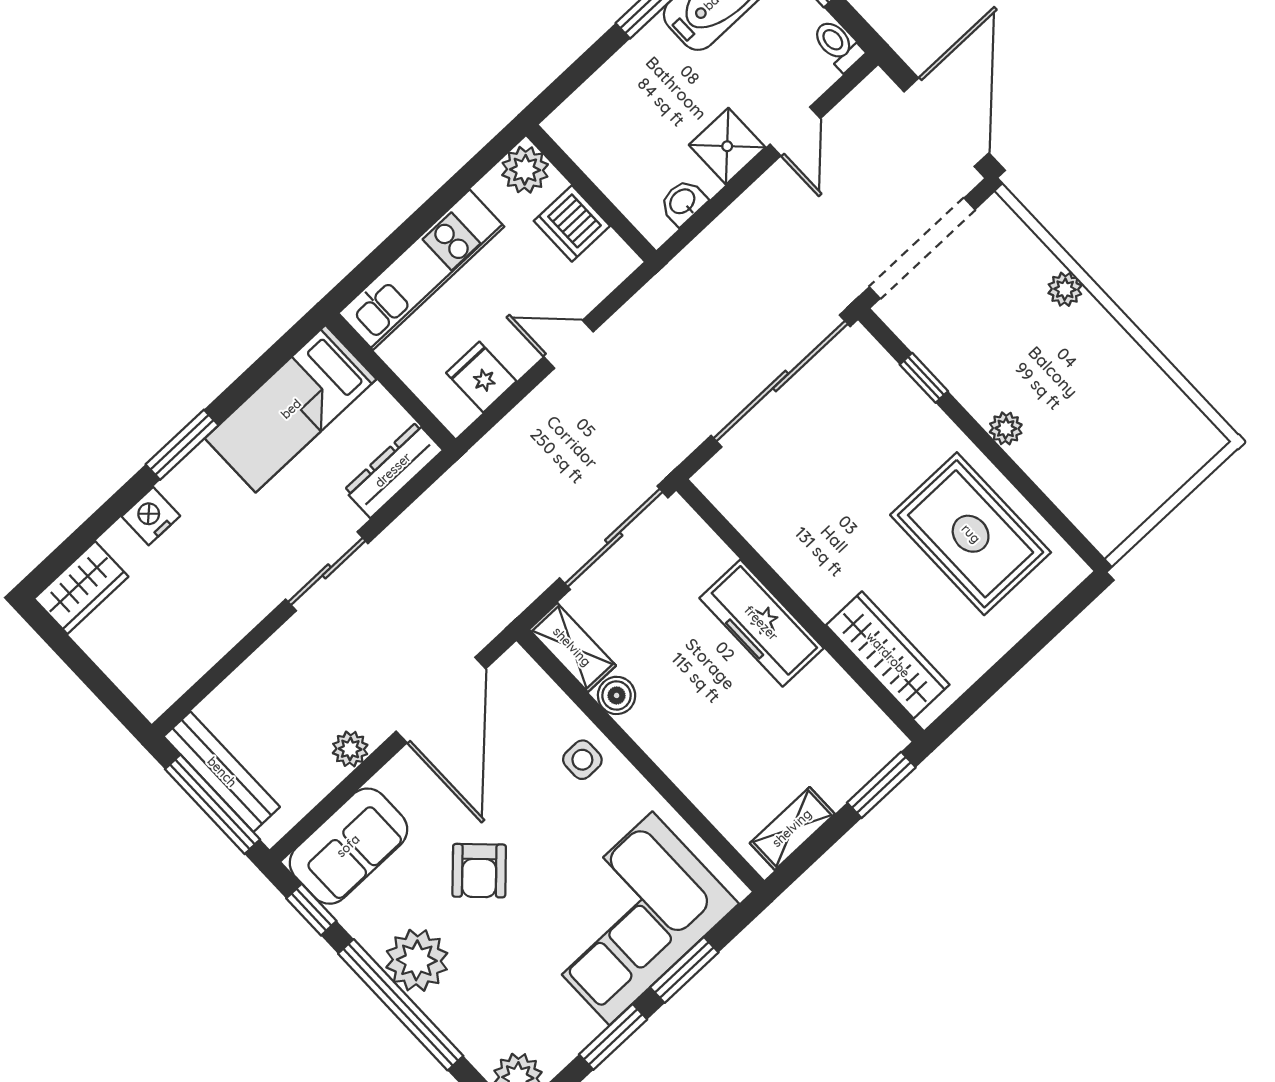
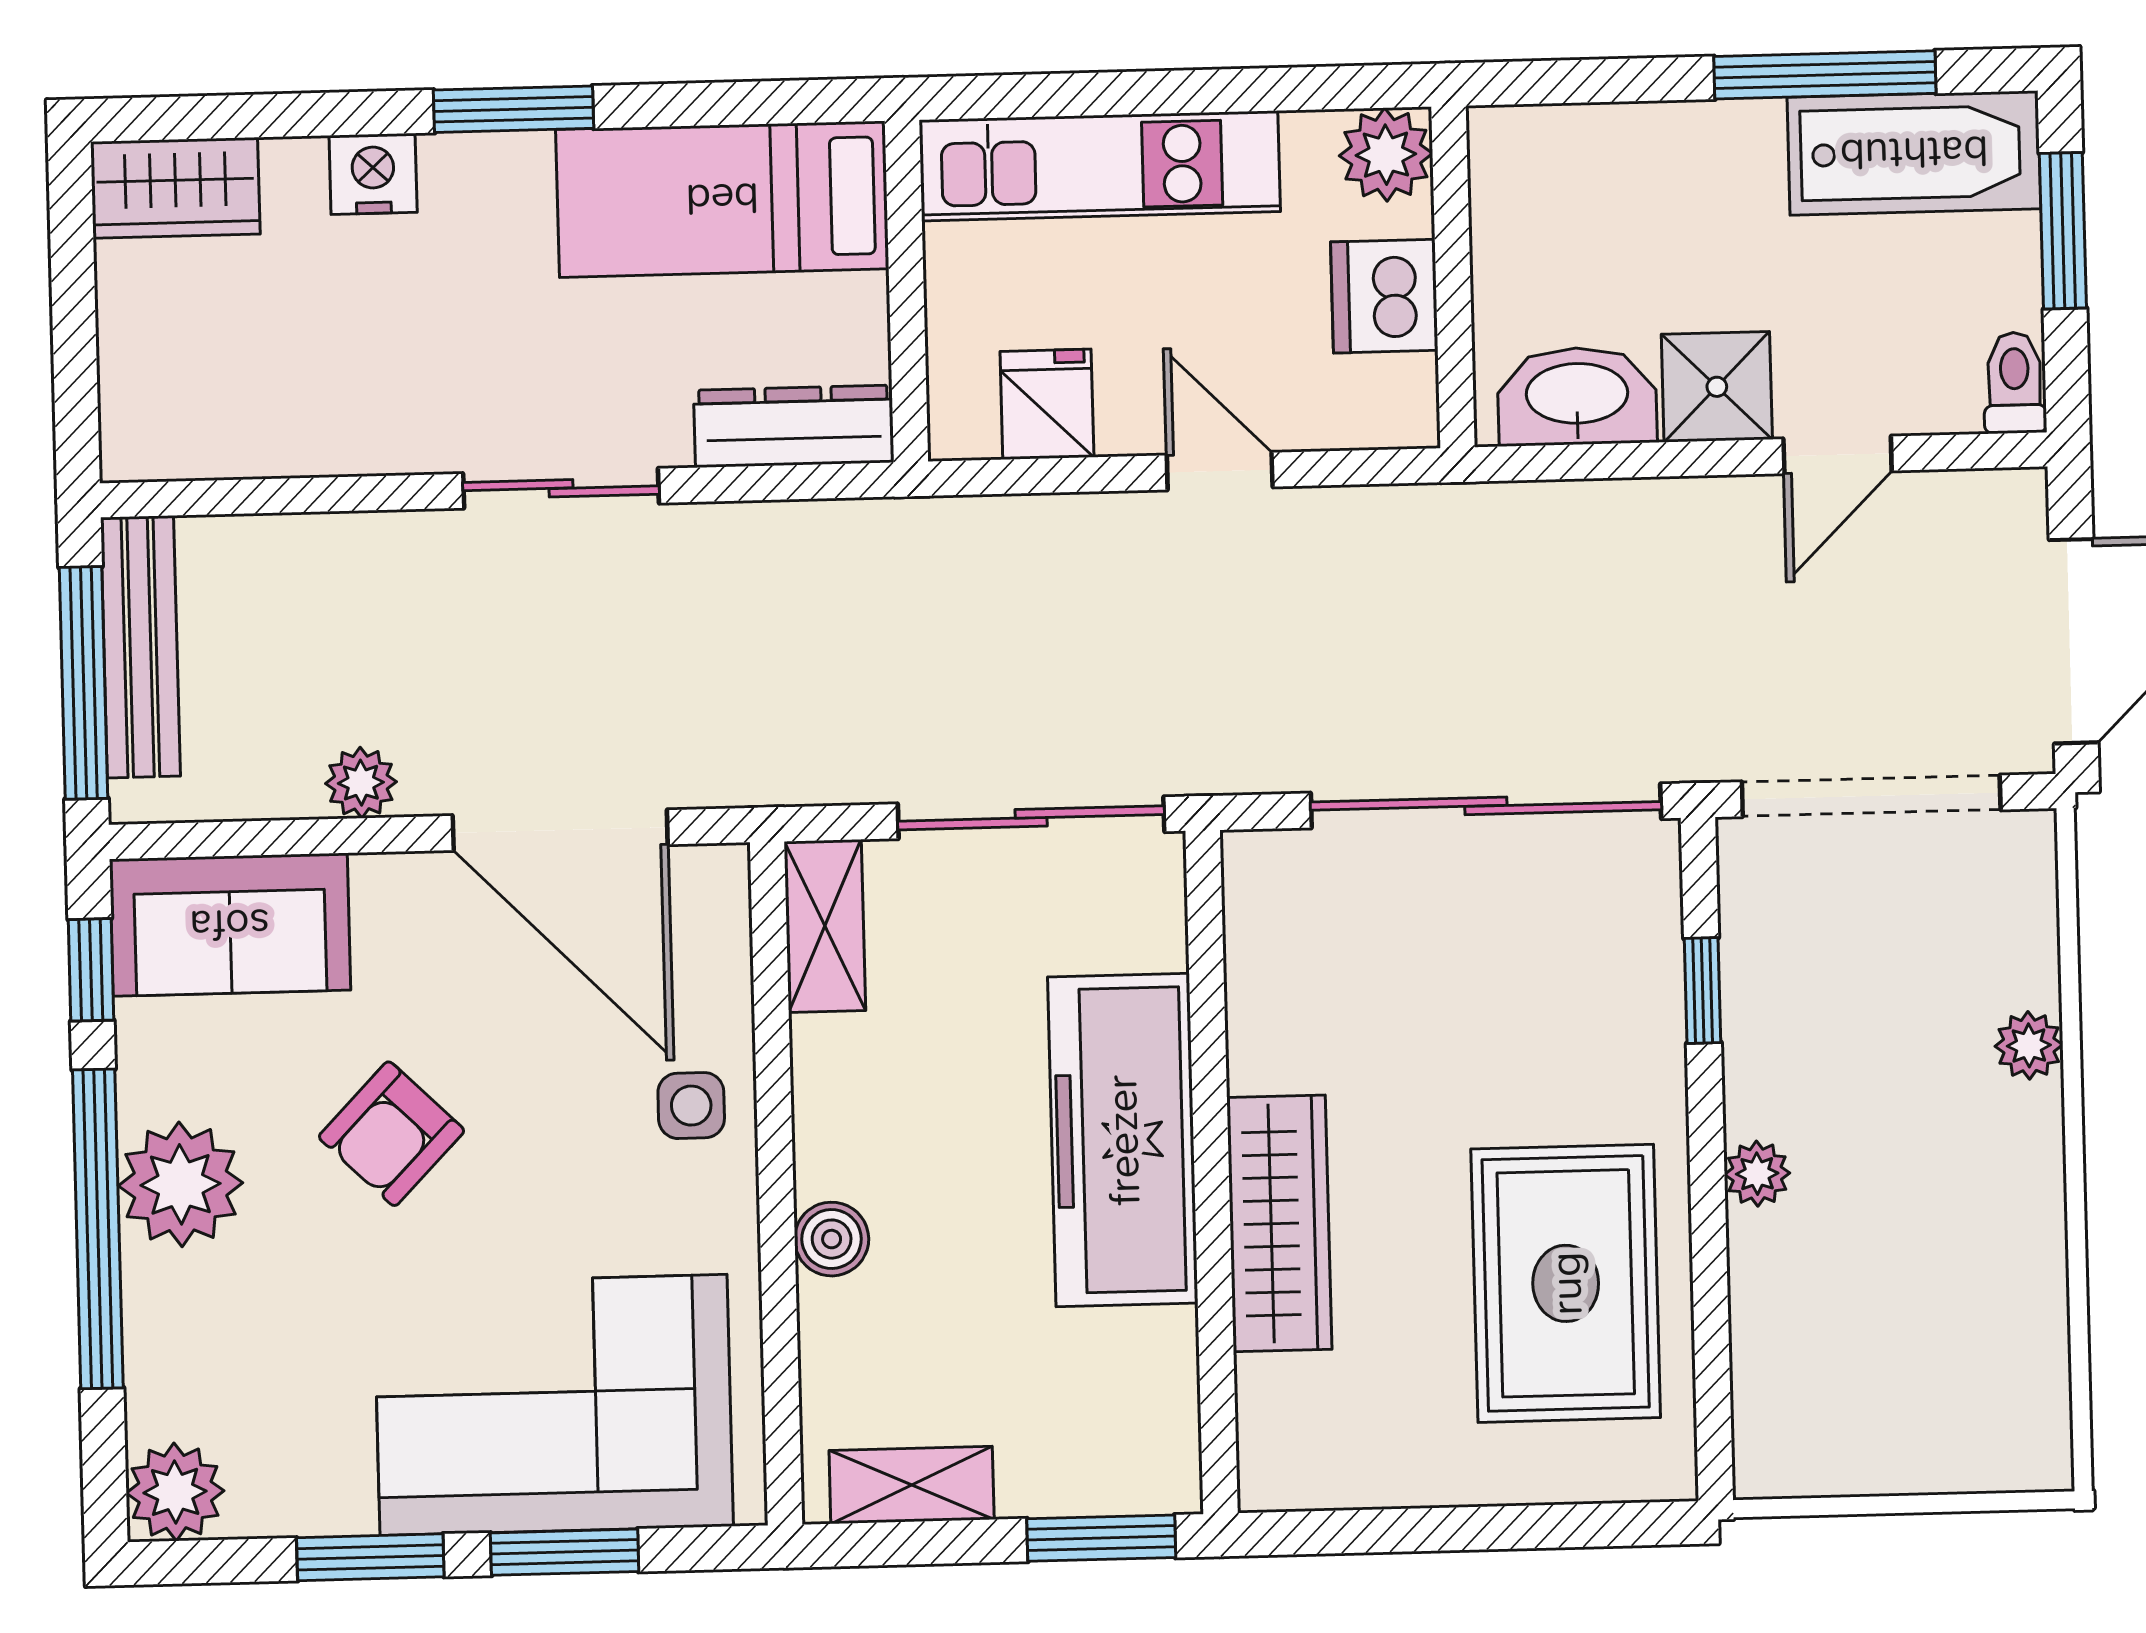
washbasin: (683, 202) -> (1577, 396), width x1.91, depth x1.45
freezer: (761, 623) -> (1123, 1140), width x1.36, depth x1.26
wardrobe: (888, 655) -> (1279, 1223), moved
boiler: (617, 695) -> (832, 1239), moved
door: (441, 700) -> (560, 830), hinge flipped

